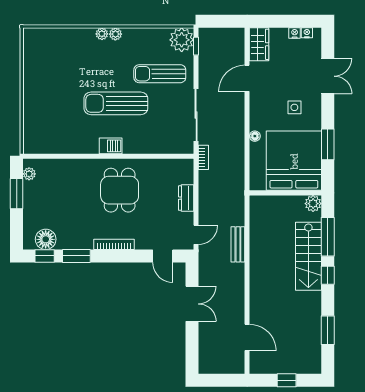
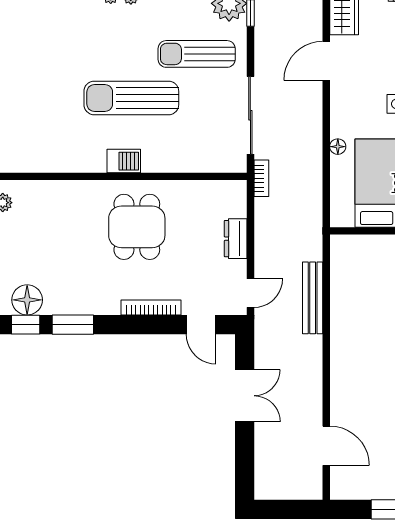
bookcase: (114, 244) -> (151, 307), moved
bench: (238, 244) -> (313, 298), width x1.36

